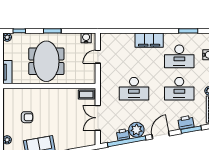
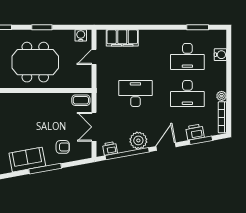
filing cabinet: (149, 40) -> (122, 38), moved
meeting table: (46, 61) -> (35, 62), turned 90
desk: (134, 89) -> (135, 94), turned 180
armchair: (27, 117) -> (63, 147), moved
printer: (123, 135) -> (110, 148), moved

